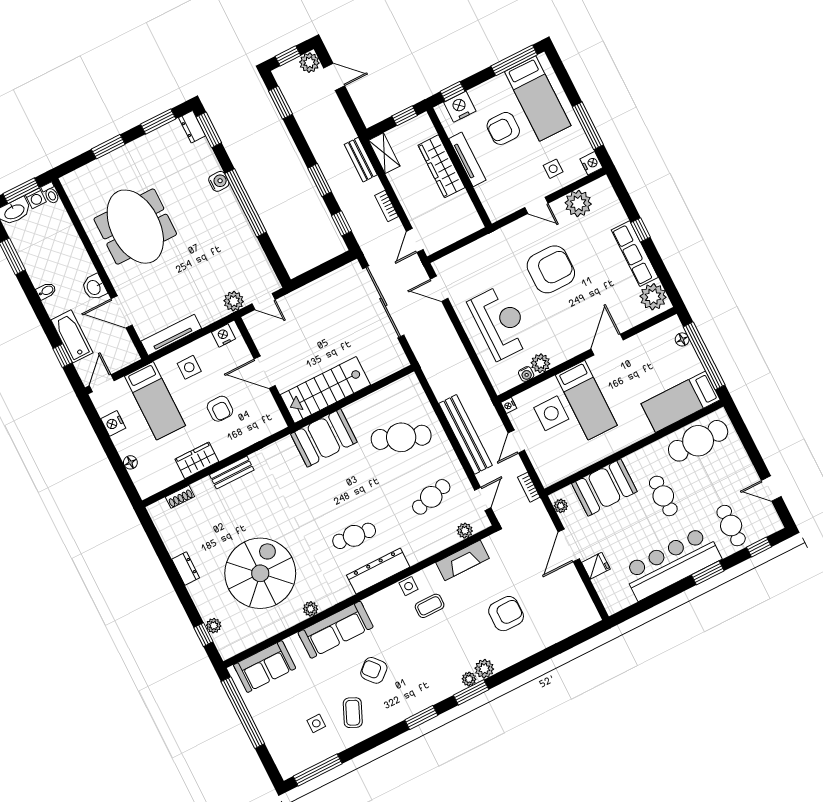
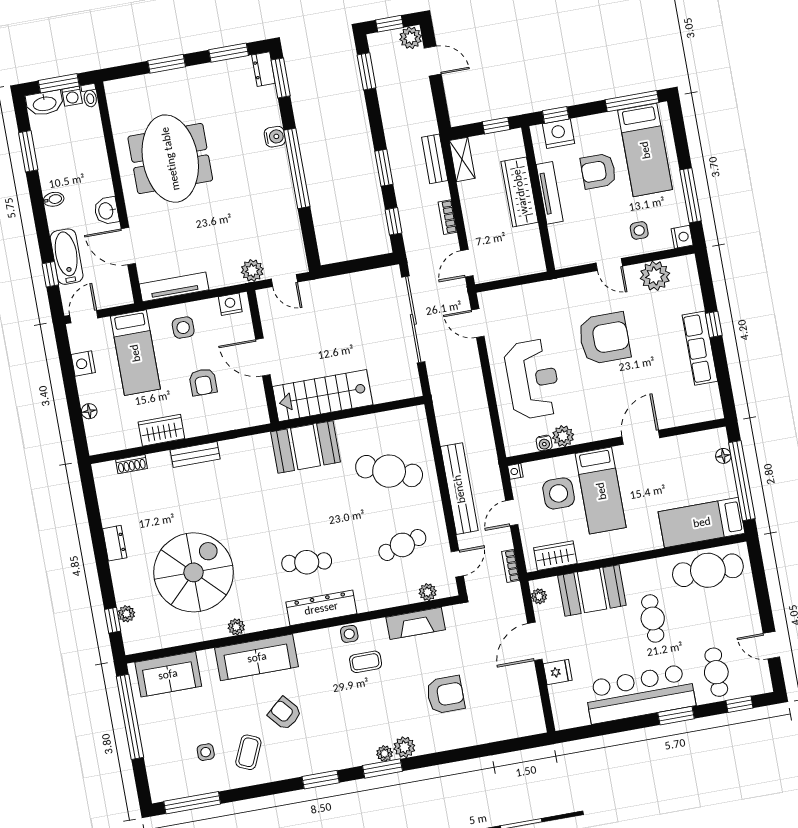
plant: (653, 297) -> (706, 401), removed
wardrobe: (564, 467) -> (555, 556), added

